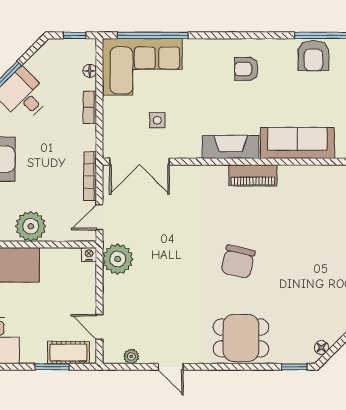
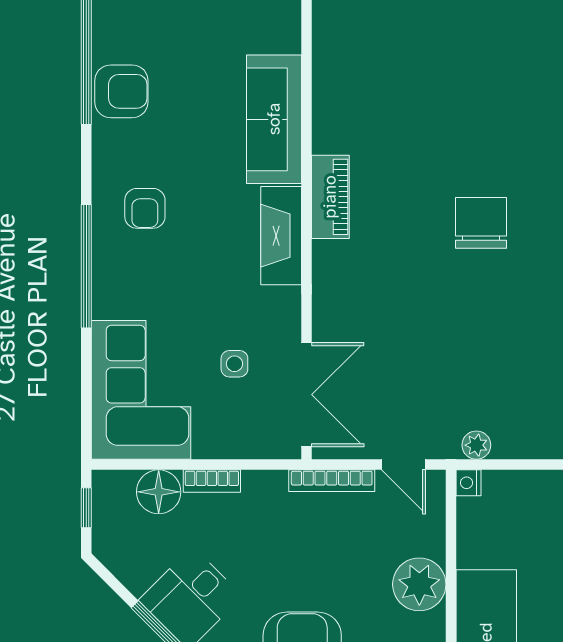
window: (153, 35) -> (86, 266), moved
floor lamp: (90, 71) -> (159, 492), width x1.89, depth x1.89
plant: (118, 259) -> (476, 445), width x0.53, depth x0.53
chair: (238, 262) -> (481, 223), turned -103

